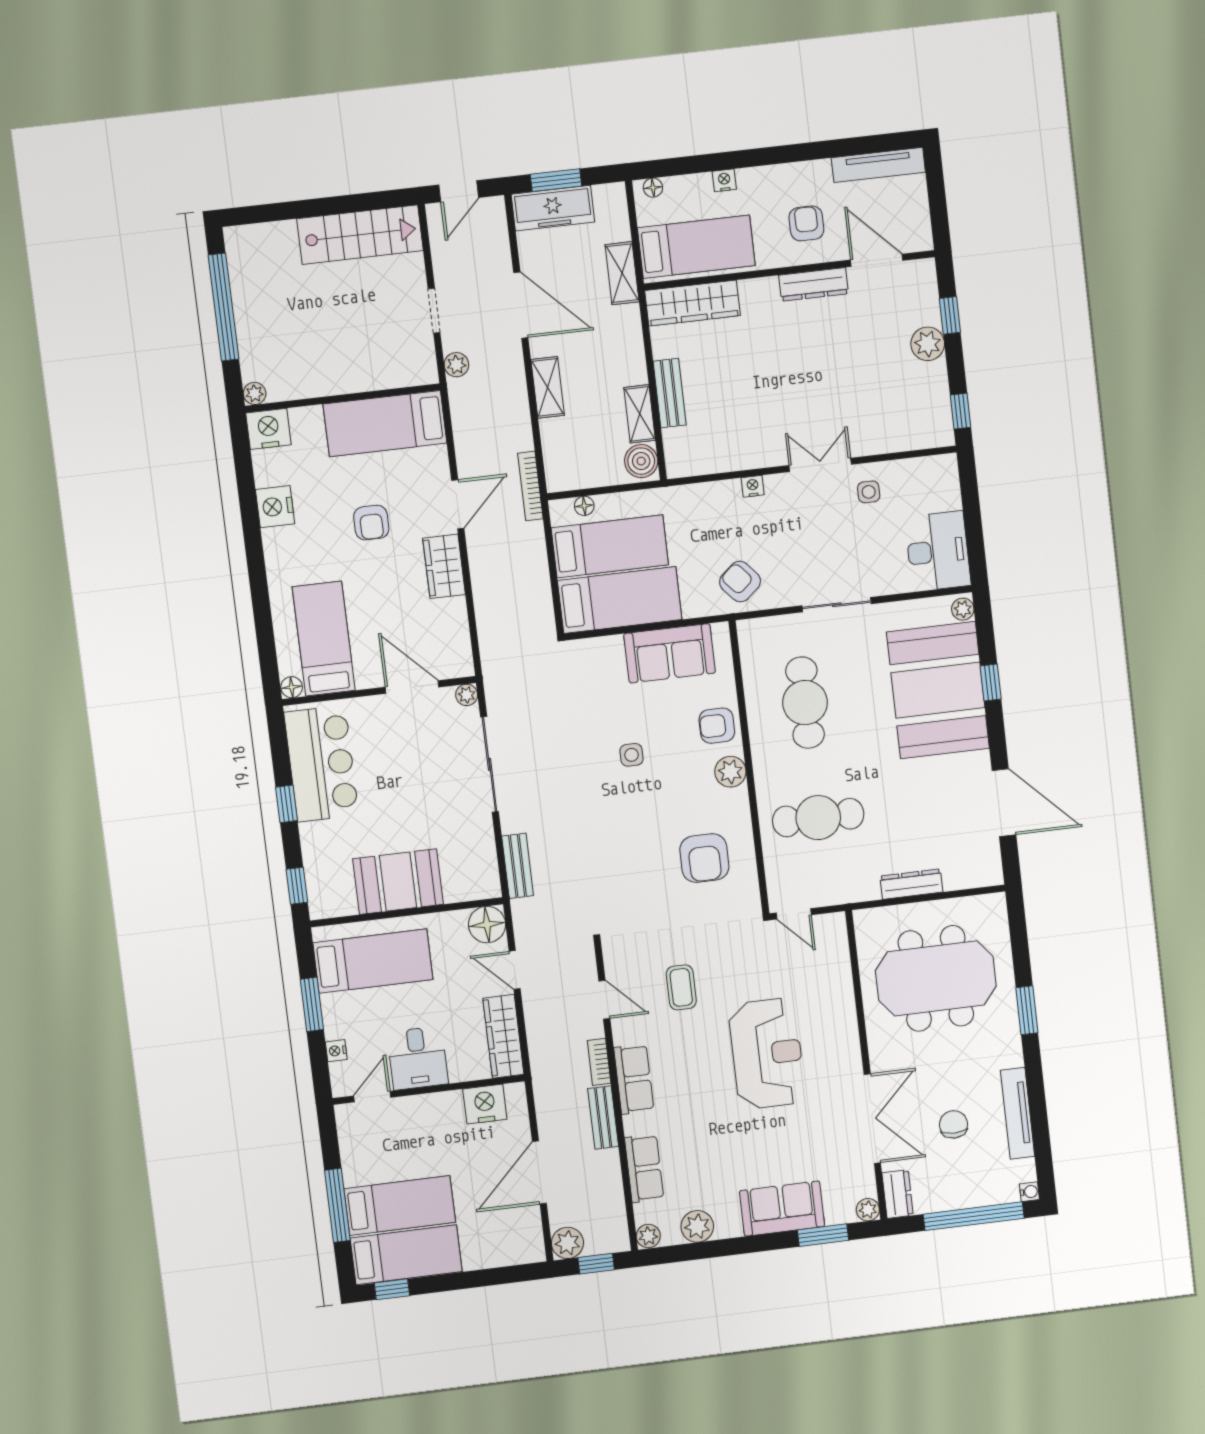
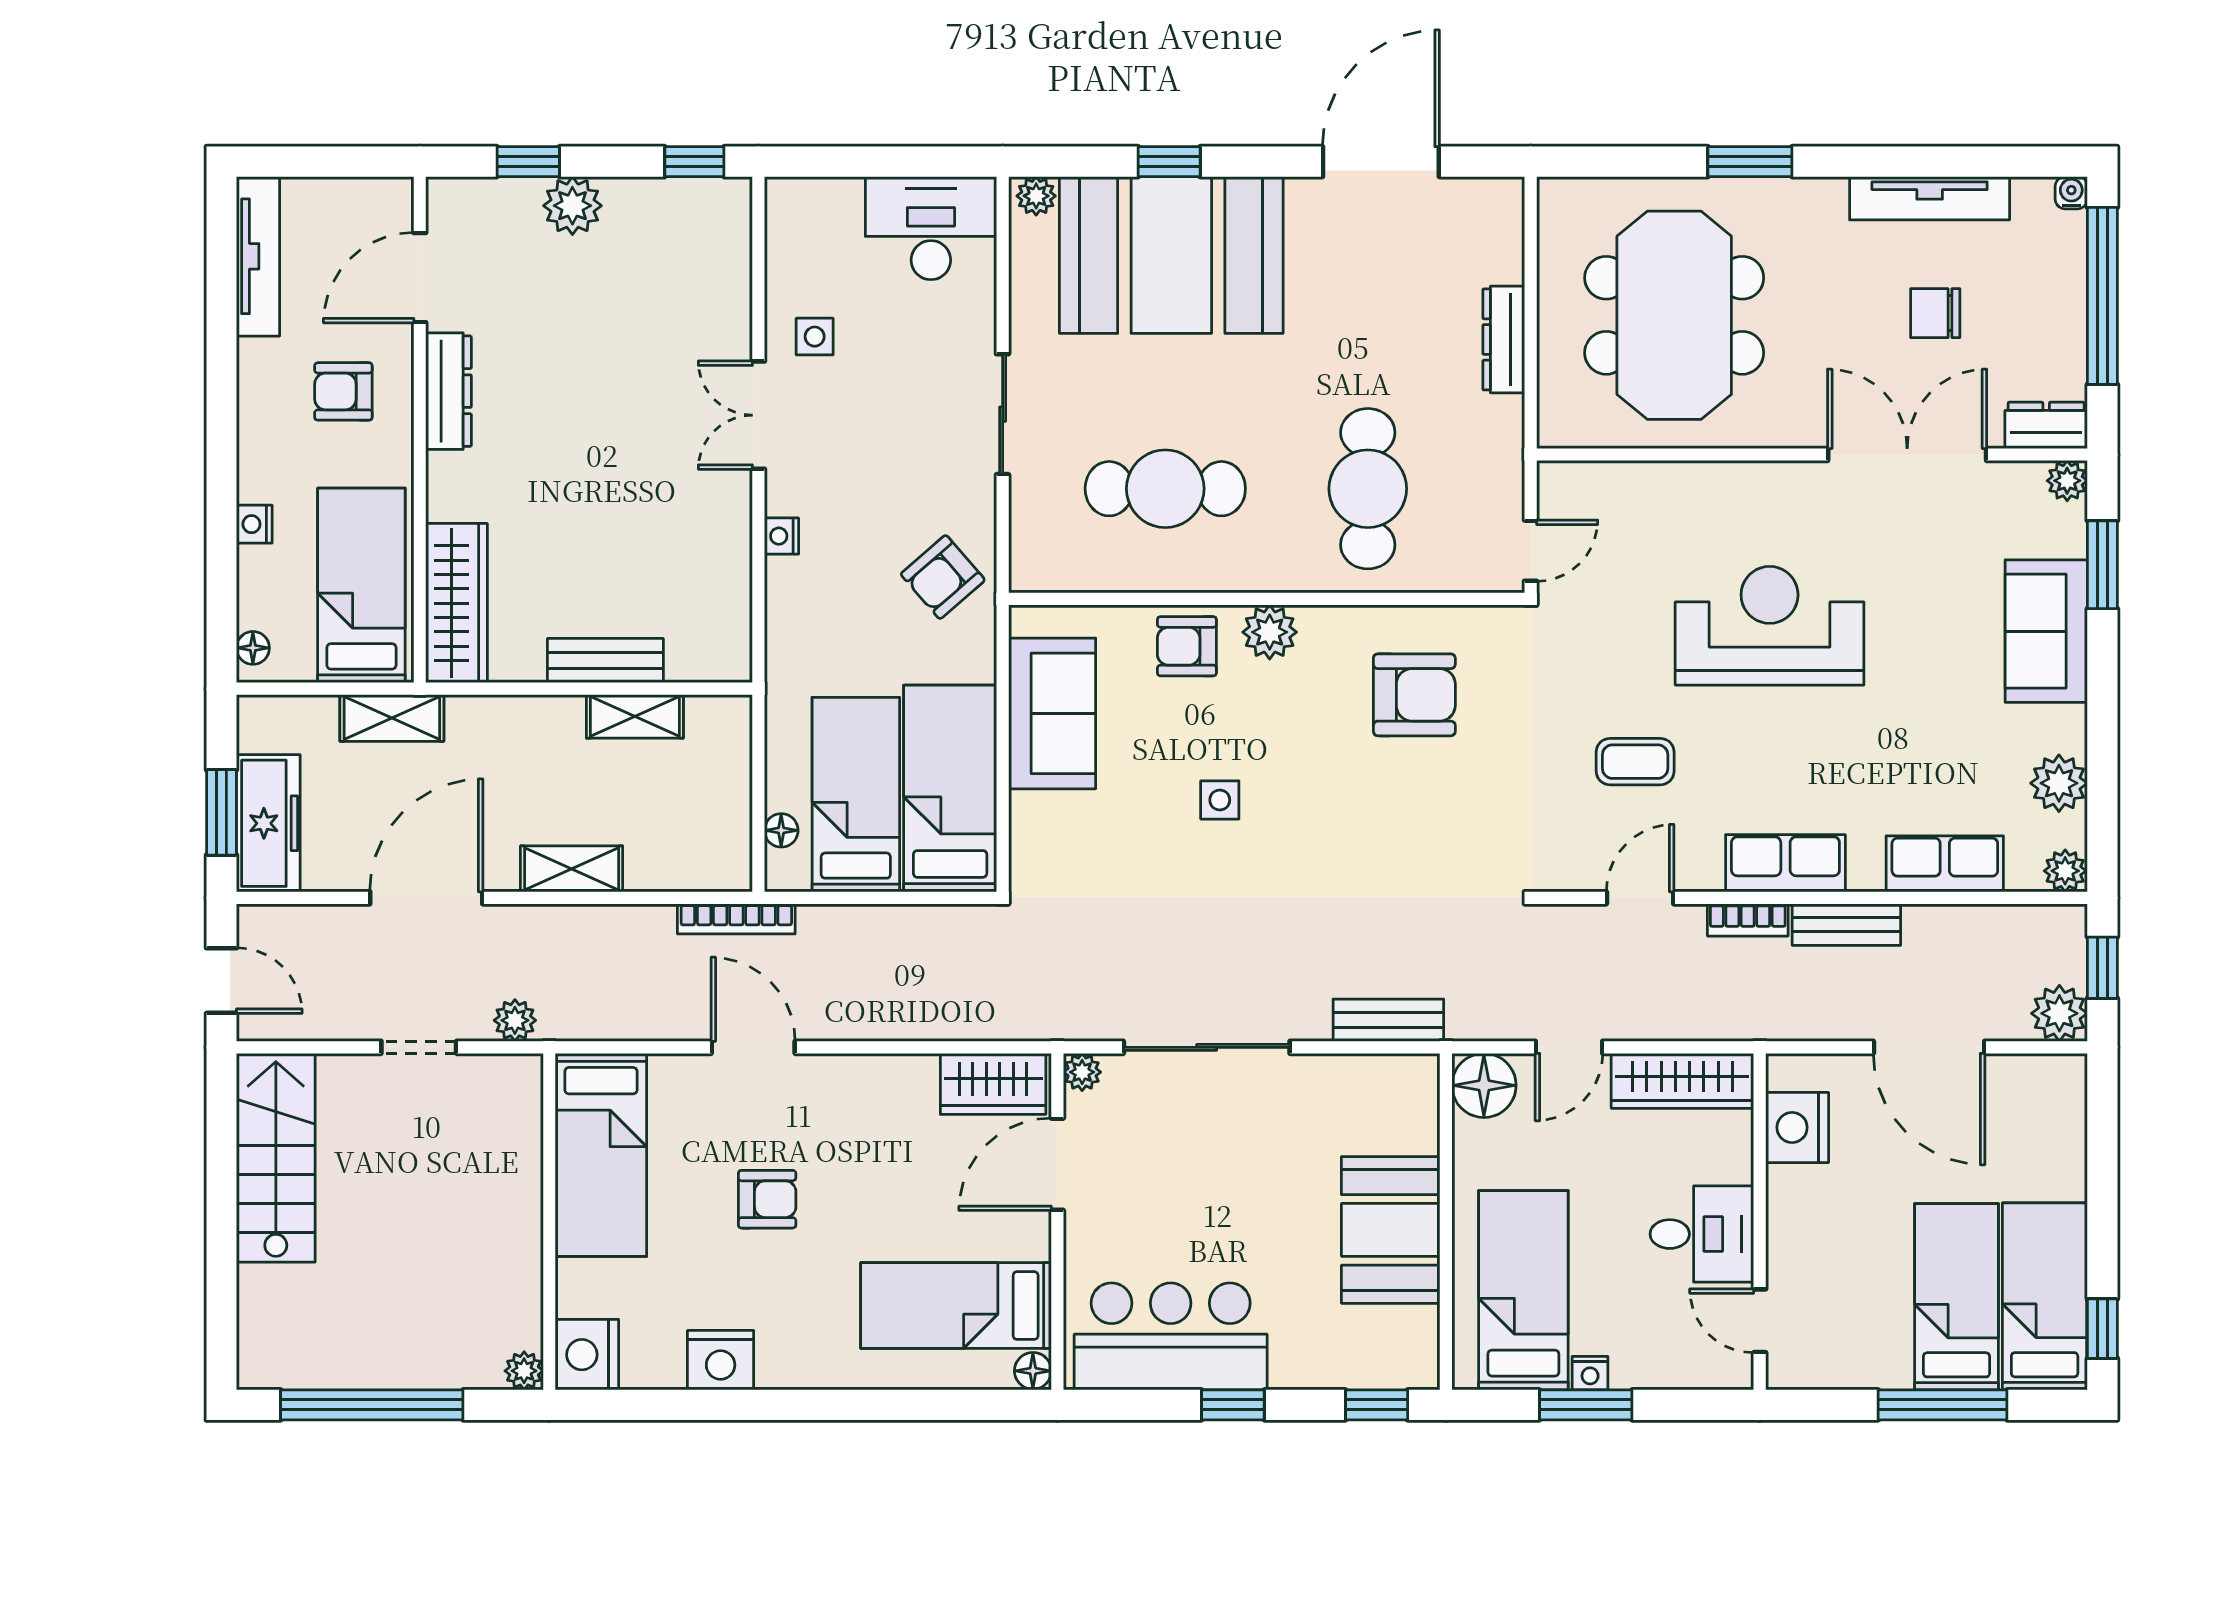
boiler: (641, 461) -> (716, 723), removed
wardrobe: (444, 566) -> (993, 1084), moved
armchair: (717, 726) -> (1187, 646), turned 90
nightstand: (336, 1051) -> (1590, 1373), moved

